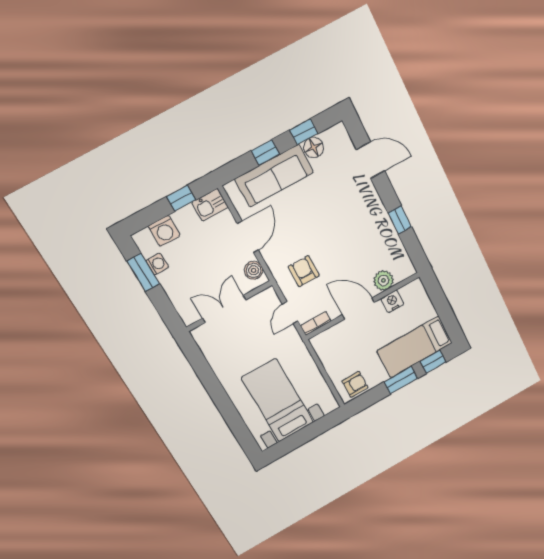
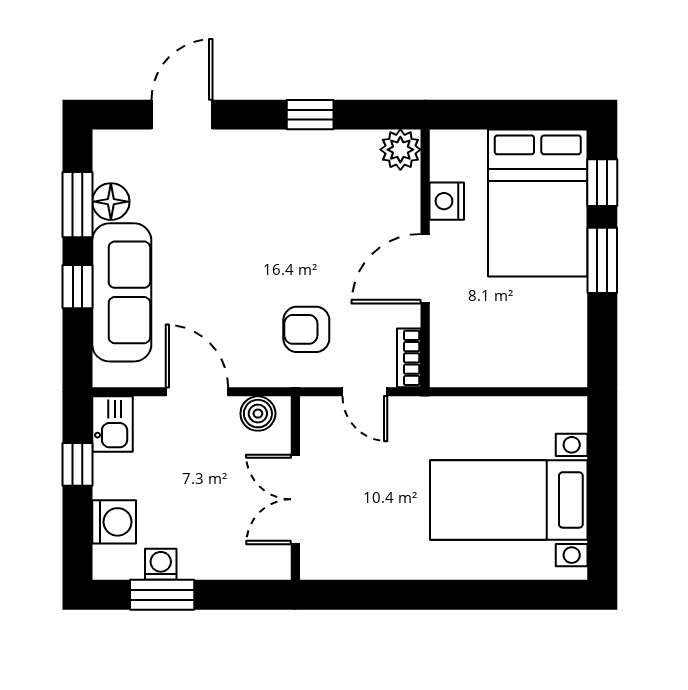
window: (304, 132) -> (78, 205), width x1.50
plant: (383, 280) -> (400, 150), moved
bed: (415, 347) -> (538, 203), width x1.50
armchair: (355, 384) -> (561, 348), removed

